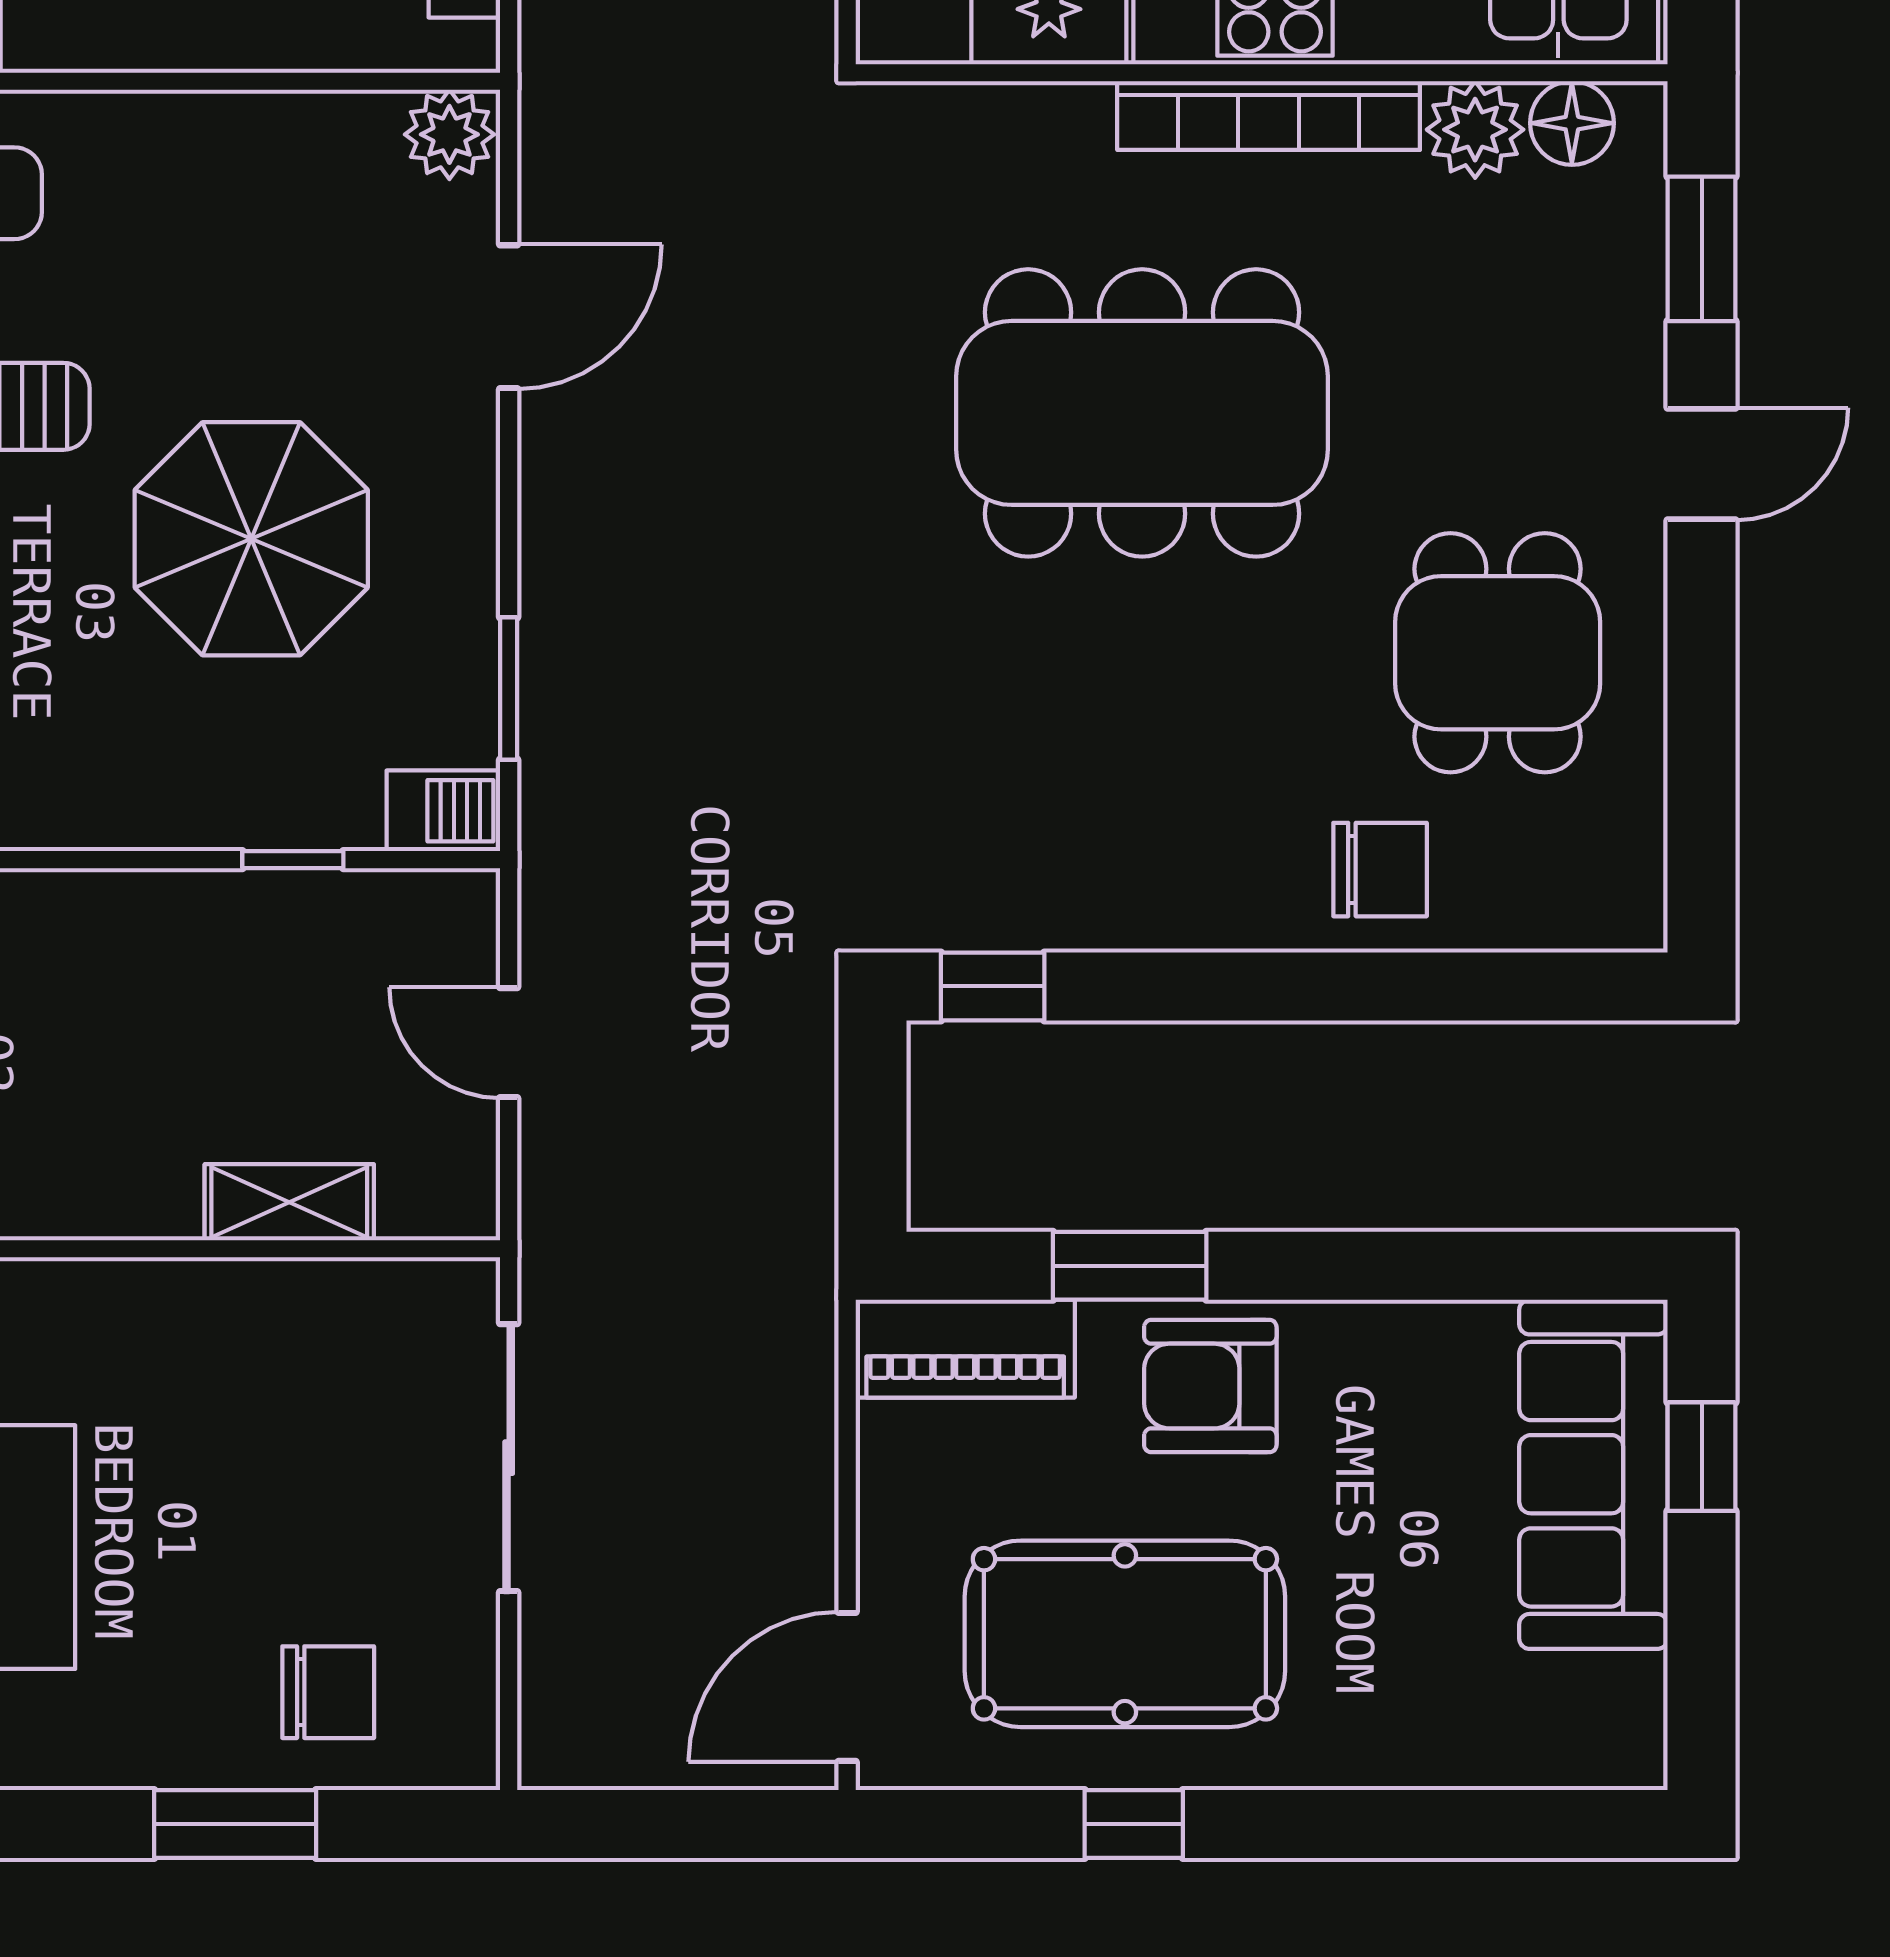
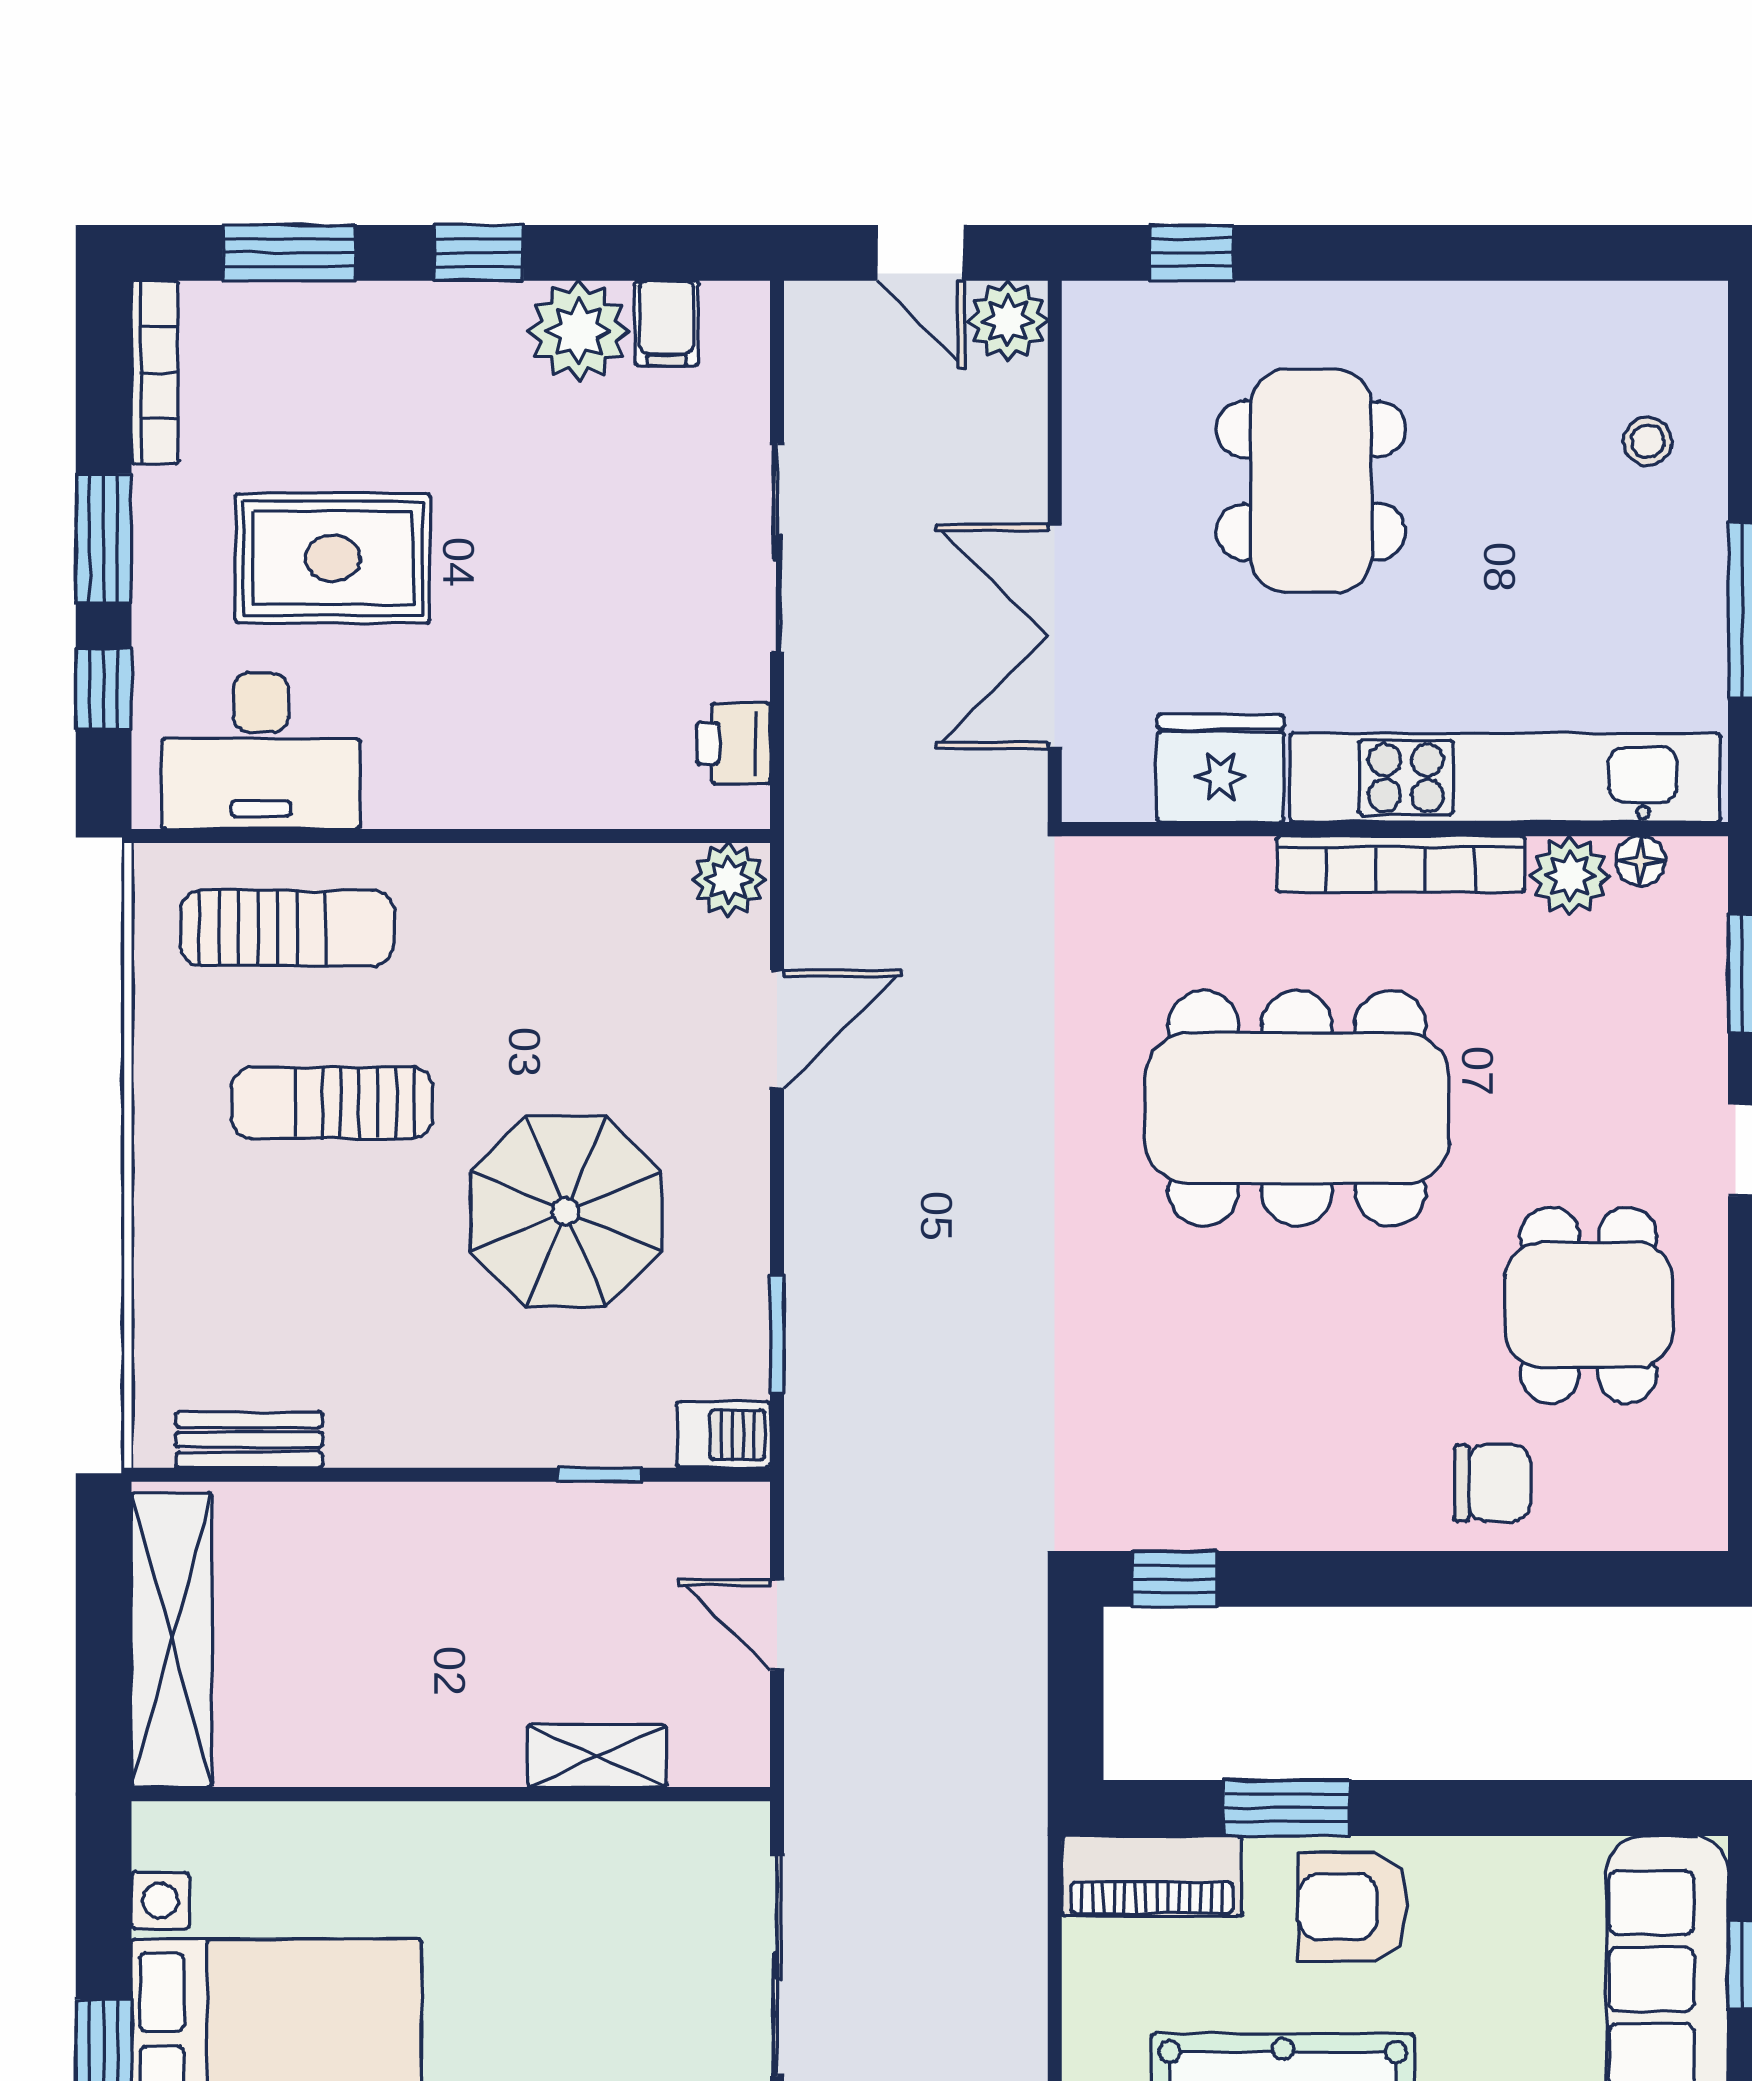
floor lamp: (1572, 123) -> (1640, 861), width x0.73, depth x0.73

